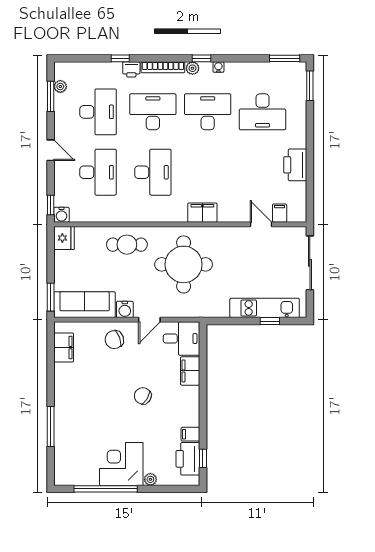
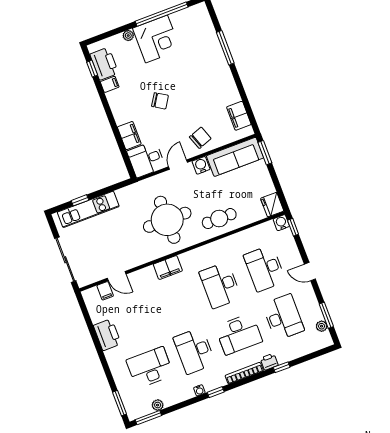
plant: (193, 68) -> (158, 405), moved
desk: (98, 112) -> (283, 317), turned 180
desk: (208, 112) -> (194, 351), turned 90

